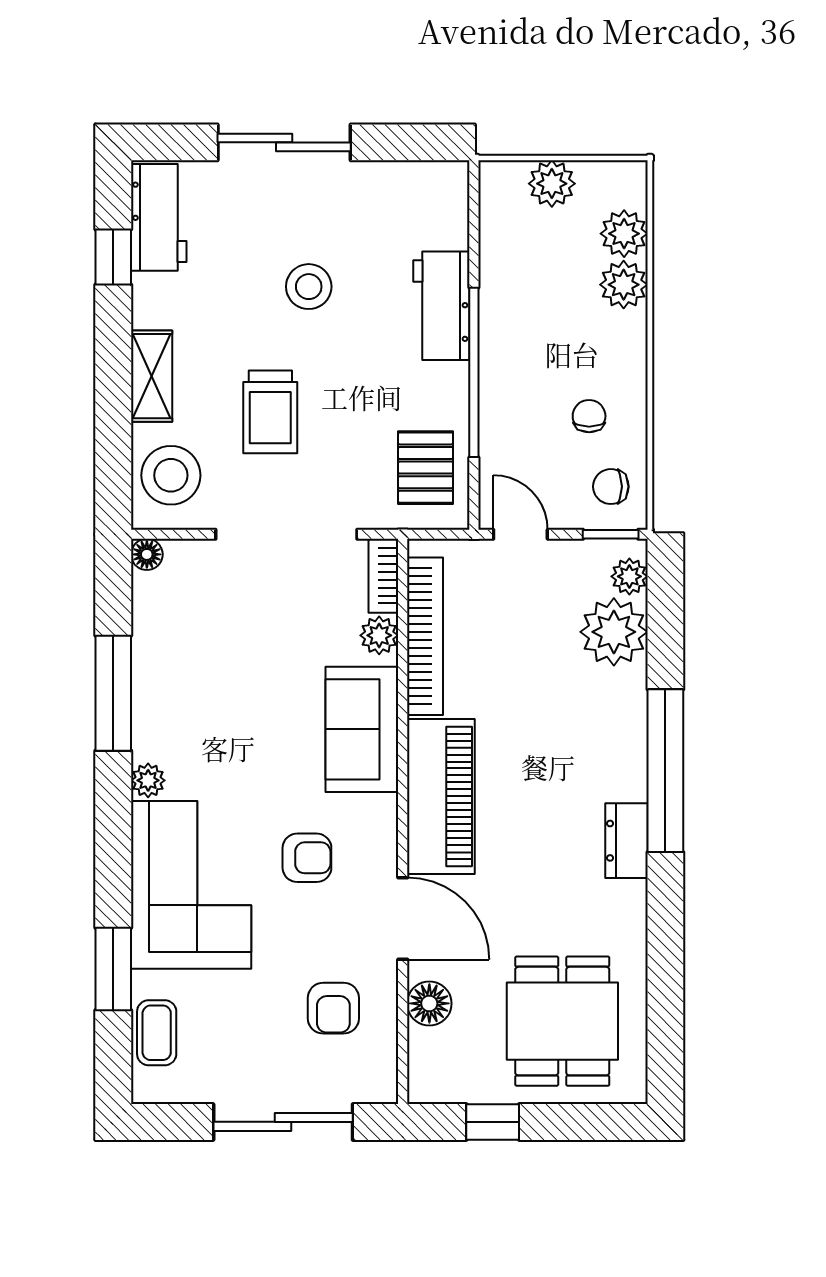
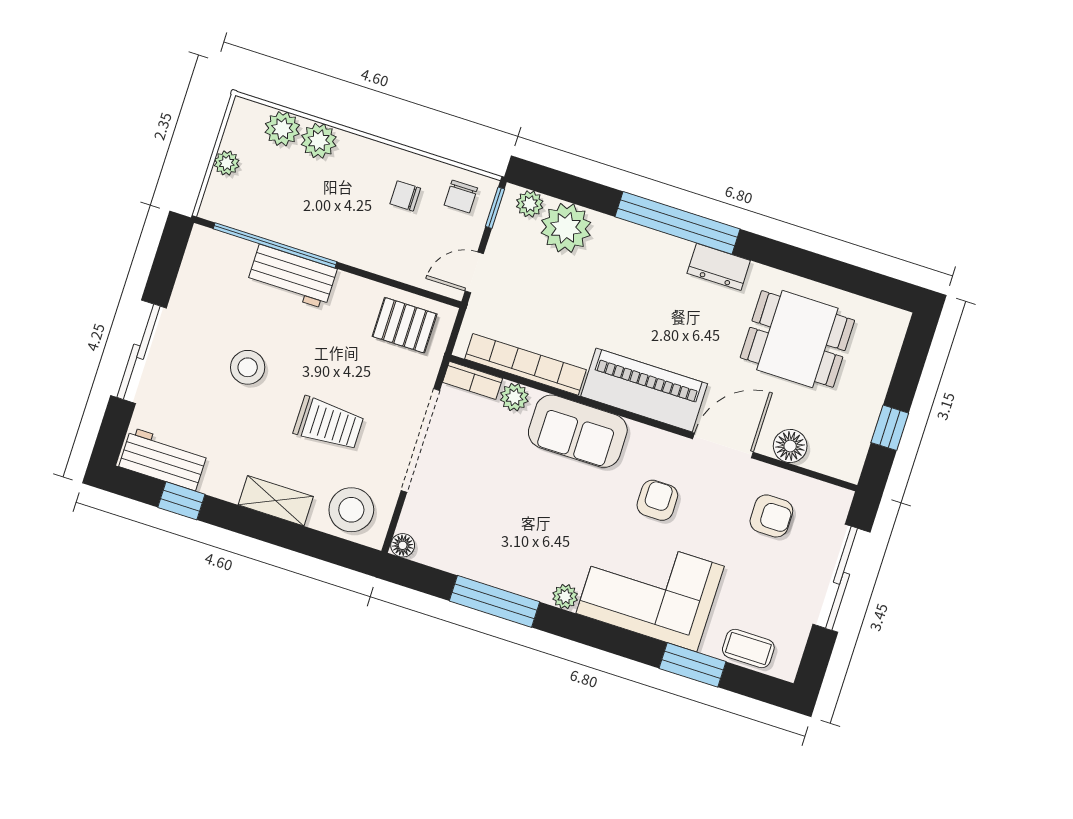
plant: (552, 184) -> (227, 163), width x0.73, depth x0.73
window: (474, 372) -> (275, 245), moved
dining table: (562, 1021) -> (797, 339), moved

